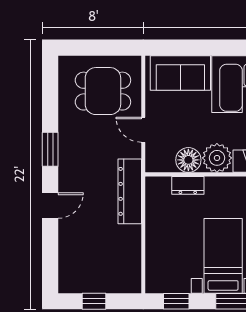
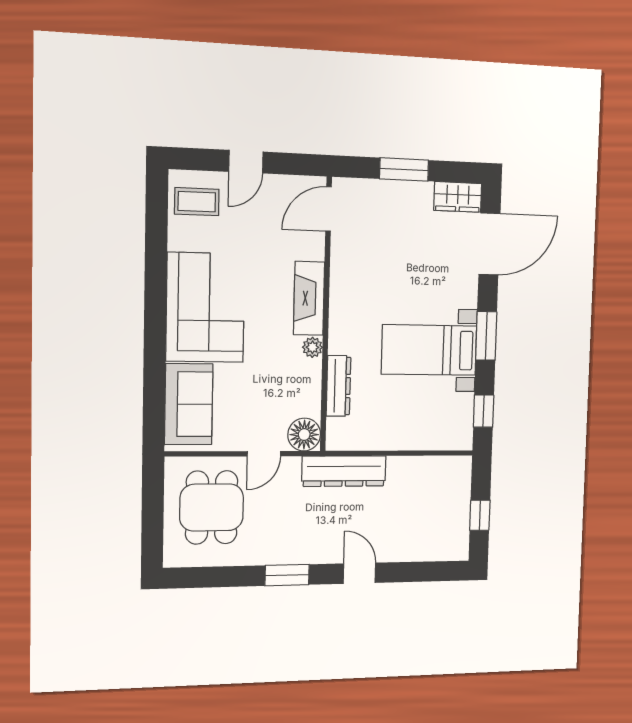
plant: (217, 158) -> (312, 347), width x0.53, depth x0.53
floor lamp: (188, 160) -> (304, 435), moved
dresser: (188, 185) -> (338, 386), width x1.44

